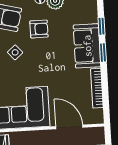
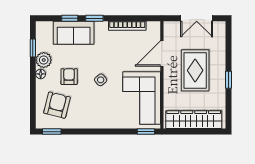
sofa: (87, 46) -> (74, 33), moved
side table: (15, 52) -> (101, 80), moved

